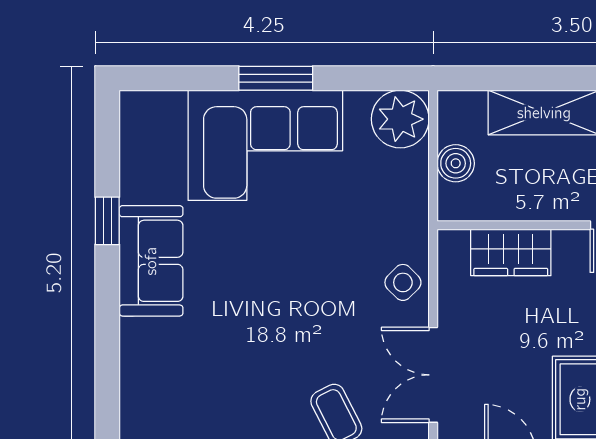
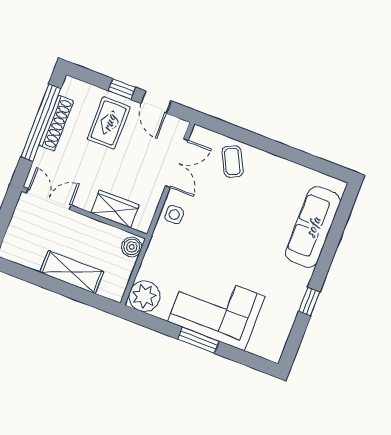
boiler: (456, 163) -> (132, 247), moved
sofa: (151, 261) -> (313, 227), moved, width x1.36
side table: (403, 282) -> (174, 215), turned 45

